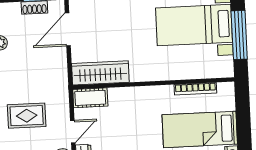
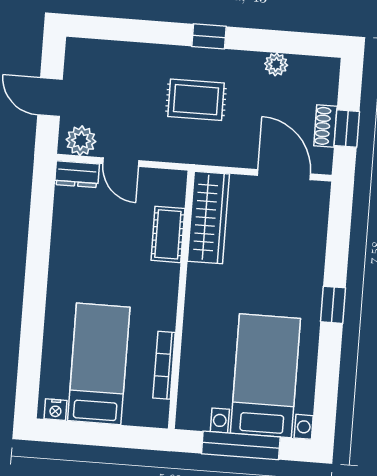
cot: (90, 98) -> (168, 234), moved
rug: (27, 116) -> (196, 100), moved, turned 90

